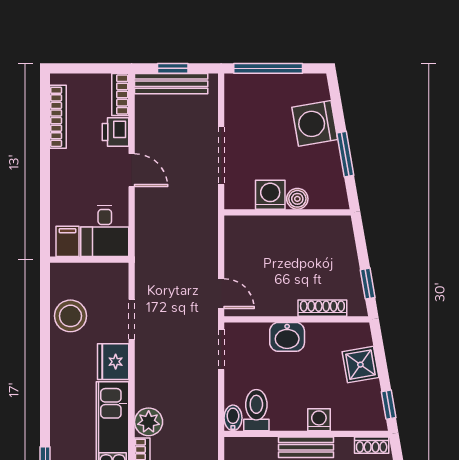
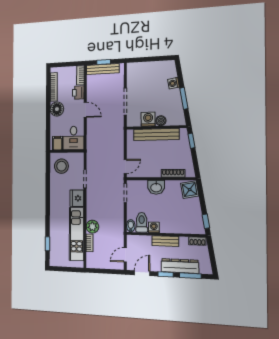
window: (268, 68) -> (147, 59), removed
washing machine: (315, 123) -> (174, 83), width x0.53, depth x0.53
floor lamp: (66, 166) -> (57, 109), added
bench: (287, 227) -> (156, 134), added
window: (368, 284) -> (191, 141), moved
door: (221, 294) -> (125, 167), hinge flipped
stool: (70, 316) -> (61, 166), moved
shower: (360, 365) -> (190, 190), moved
washing machine: (319, 420) -> (154, 227), moved

